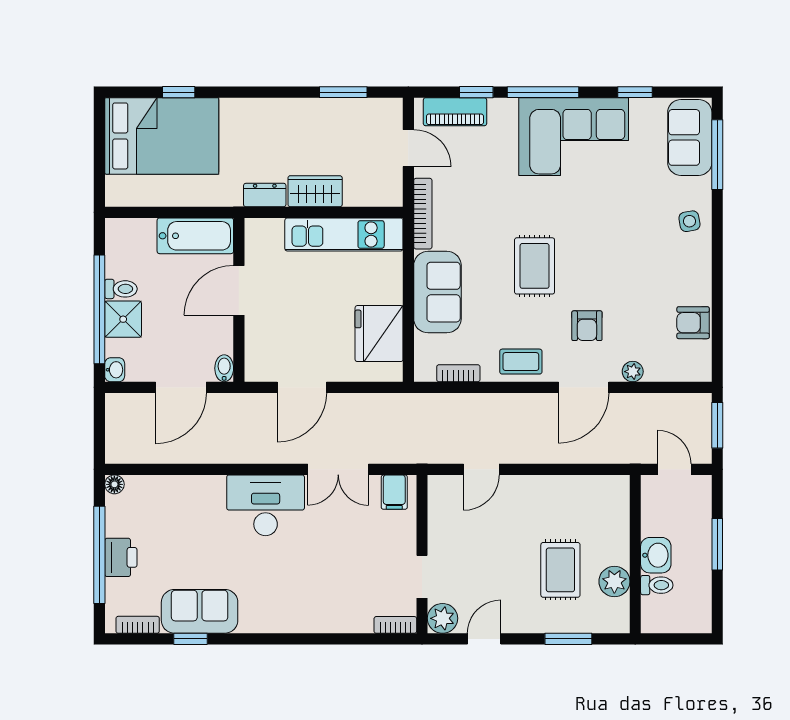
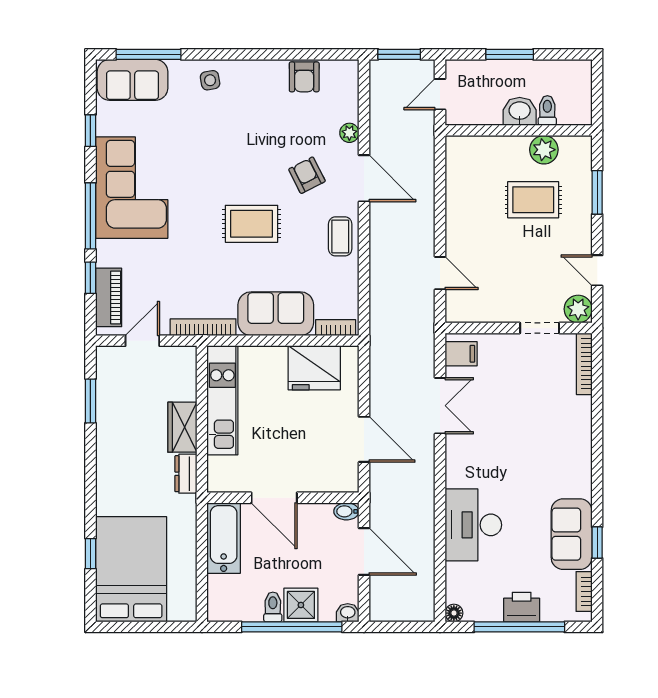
armchair: (587, 326) -> (307, 175), turned -117
bookcase: (458, 373) -> (336, 328), moved, turned 90
desk: (266, 505) -> (473, 525), moved
bookcase: (395, 625) -> (584, 364), width x1.56

